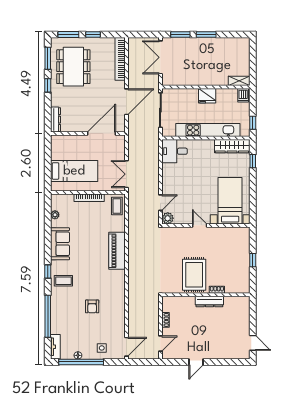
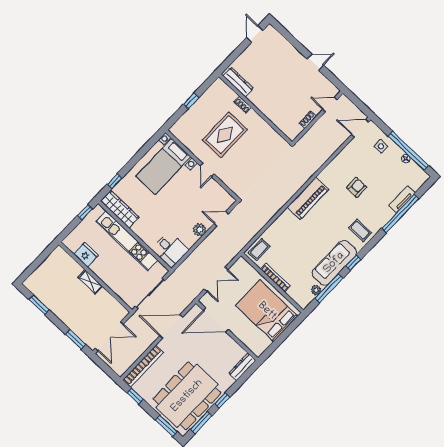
window: (93, 34) -> (135, 396), moved
window: (206, 34) -> (39, 305), moved
dining table: (73, 67) -> (187, 396), width x1.36, depth x1.24
shelving: (239, 81) -> (90, 282), moved
dishwasher: (243, 95) -> (72, 242), removed
fridge: (207, 96) -> (86, 255), moved
bed: (74, 171) -> (267, 311), width x1.50
double door: (126, 174) -> (216, 279), moved
plant: (168, 218) -> (200, 230), moved
window: (48, 224) -> (329, 288), added
sofa: (60, 244) -> (334, 263), width x1.36
piano: (117, 251) -> (308, 198), moved
window: (48, 271) -> (353, 263), moved
rug: (194, 275) -> (225, 135), moved
dresser: (209, 301) -> (238, 82), moved
tv unit: (55, 347) -> (402, 199), moved

